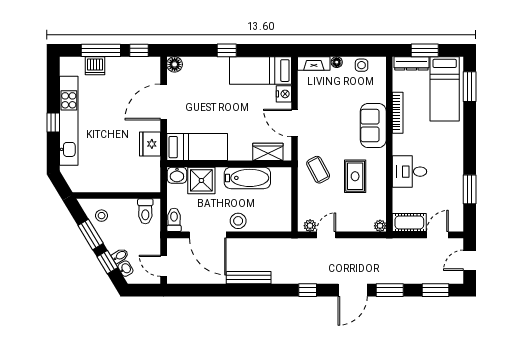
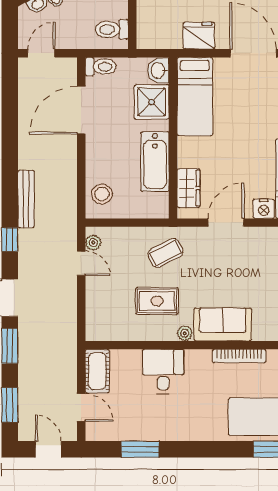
stool: (238, 221) -> (102, 194), moved
plant: (380, 226) -> (185, 333), moved
bench: (249, 278) -> (26, 199), moved

